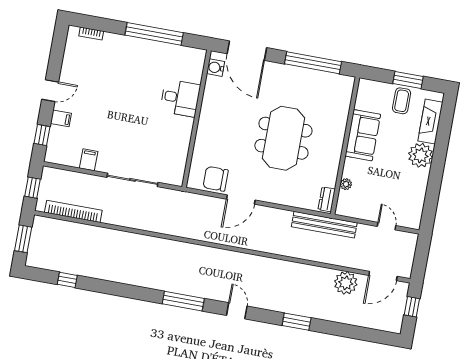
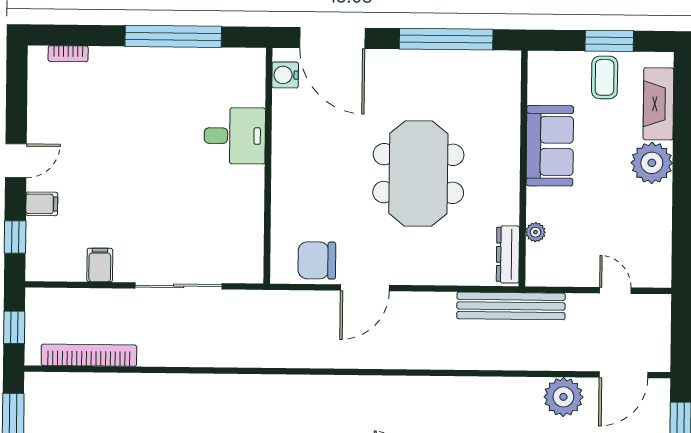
dresser: (327, 199) -> (508, 254), width x1.44

